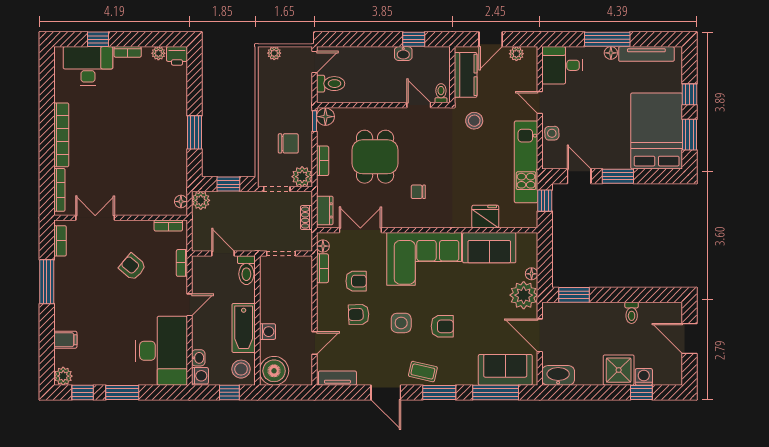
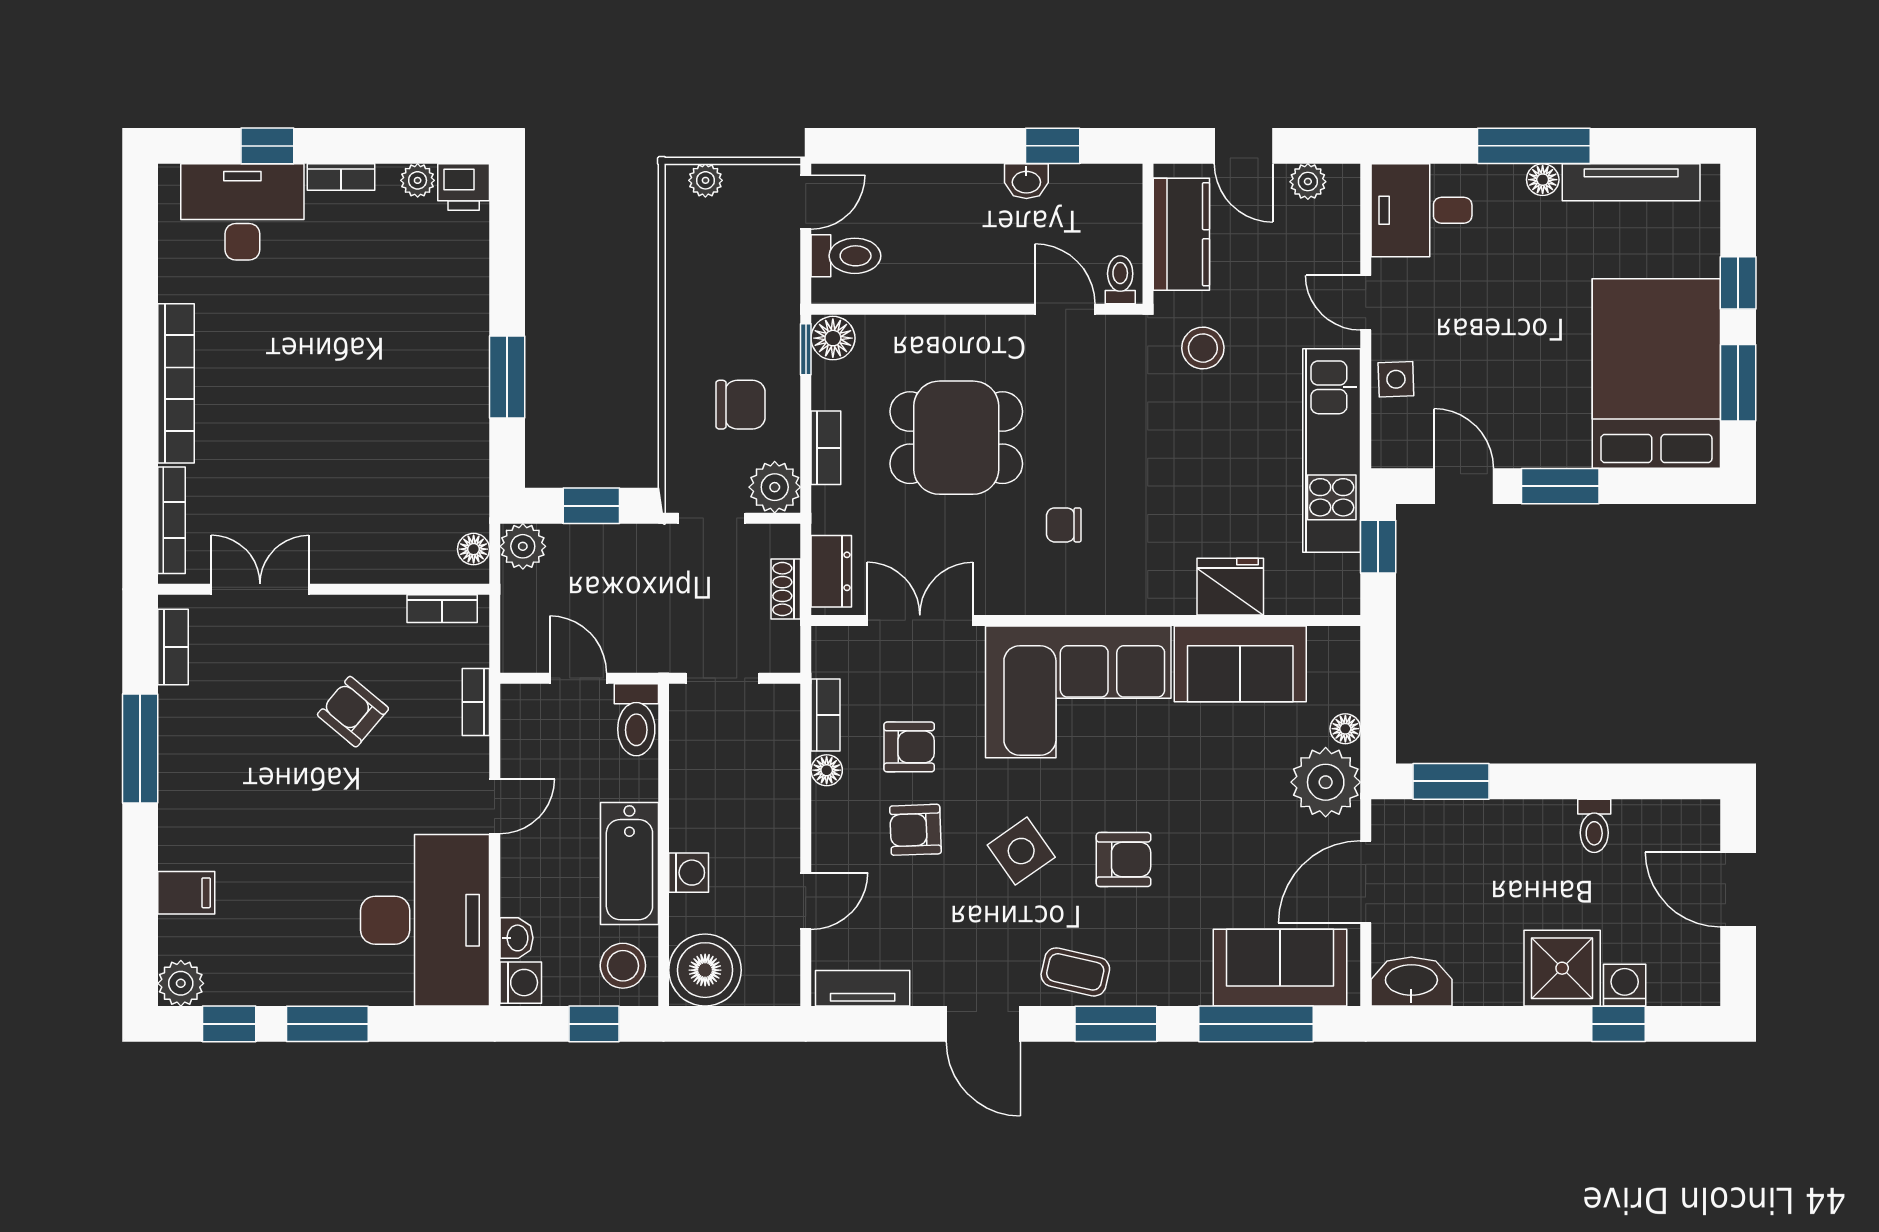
door: (491, 39) -> (1244, 146), hinge flipped
dining table: (375, 157) -> (956, 438), turned 90
floor lamp: (323, 246) -> (827, 770), moved
side table: (401, 323) -> (1021, 851), turned -35
door: (540, 335) -> (1366, 882), hinge flipped

